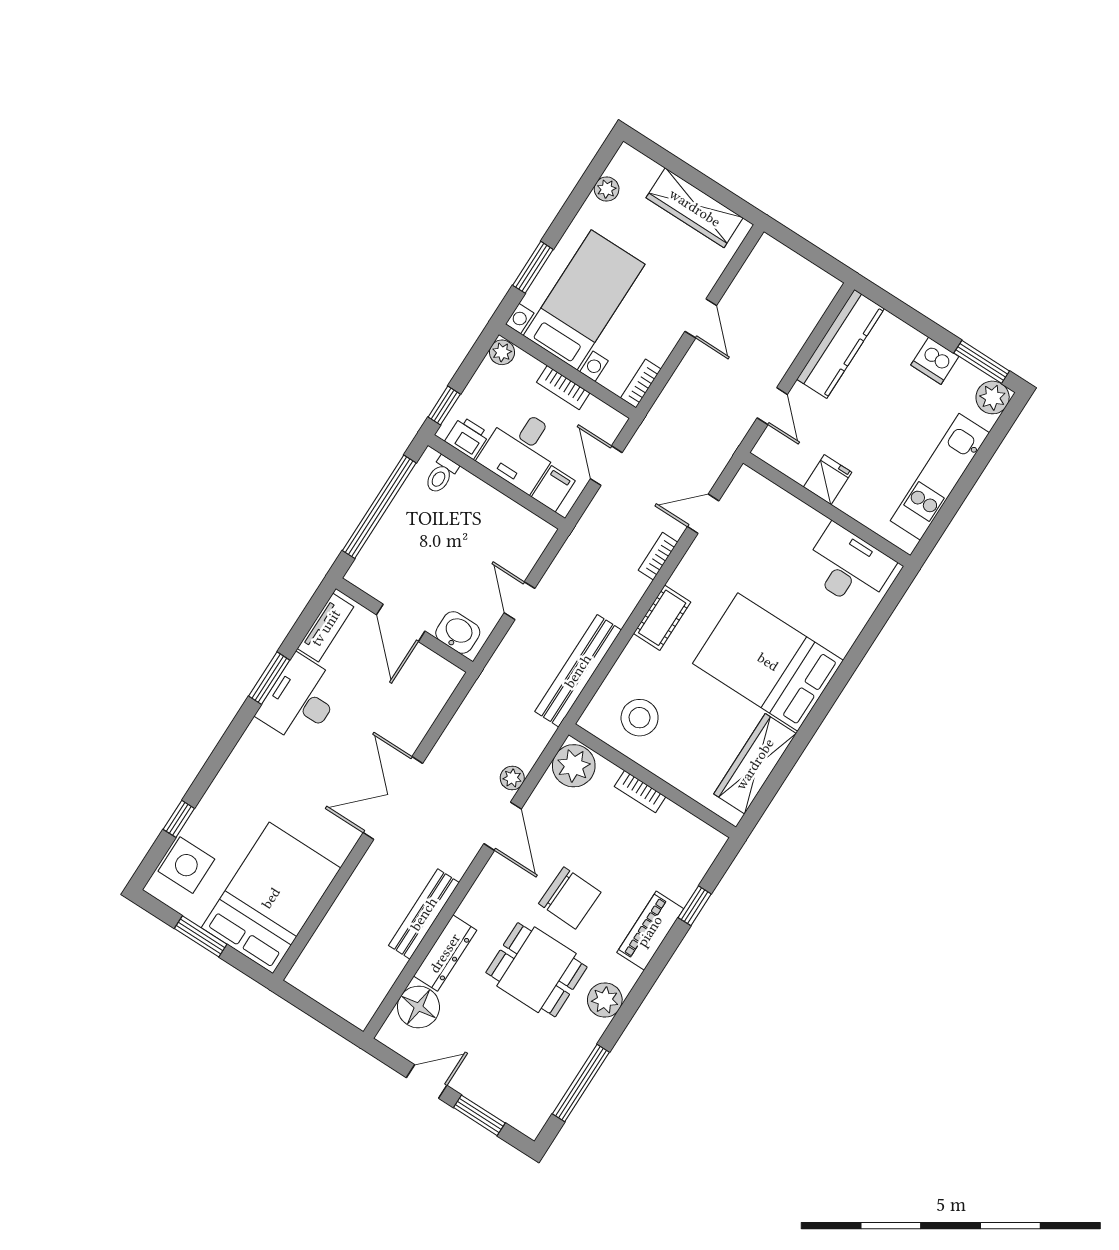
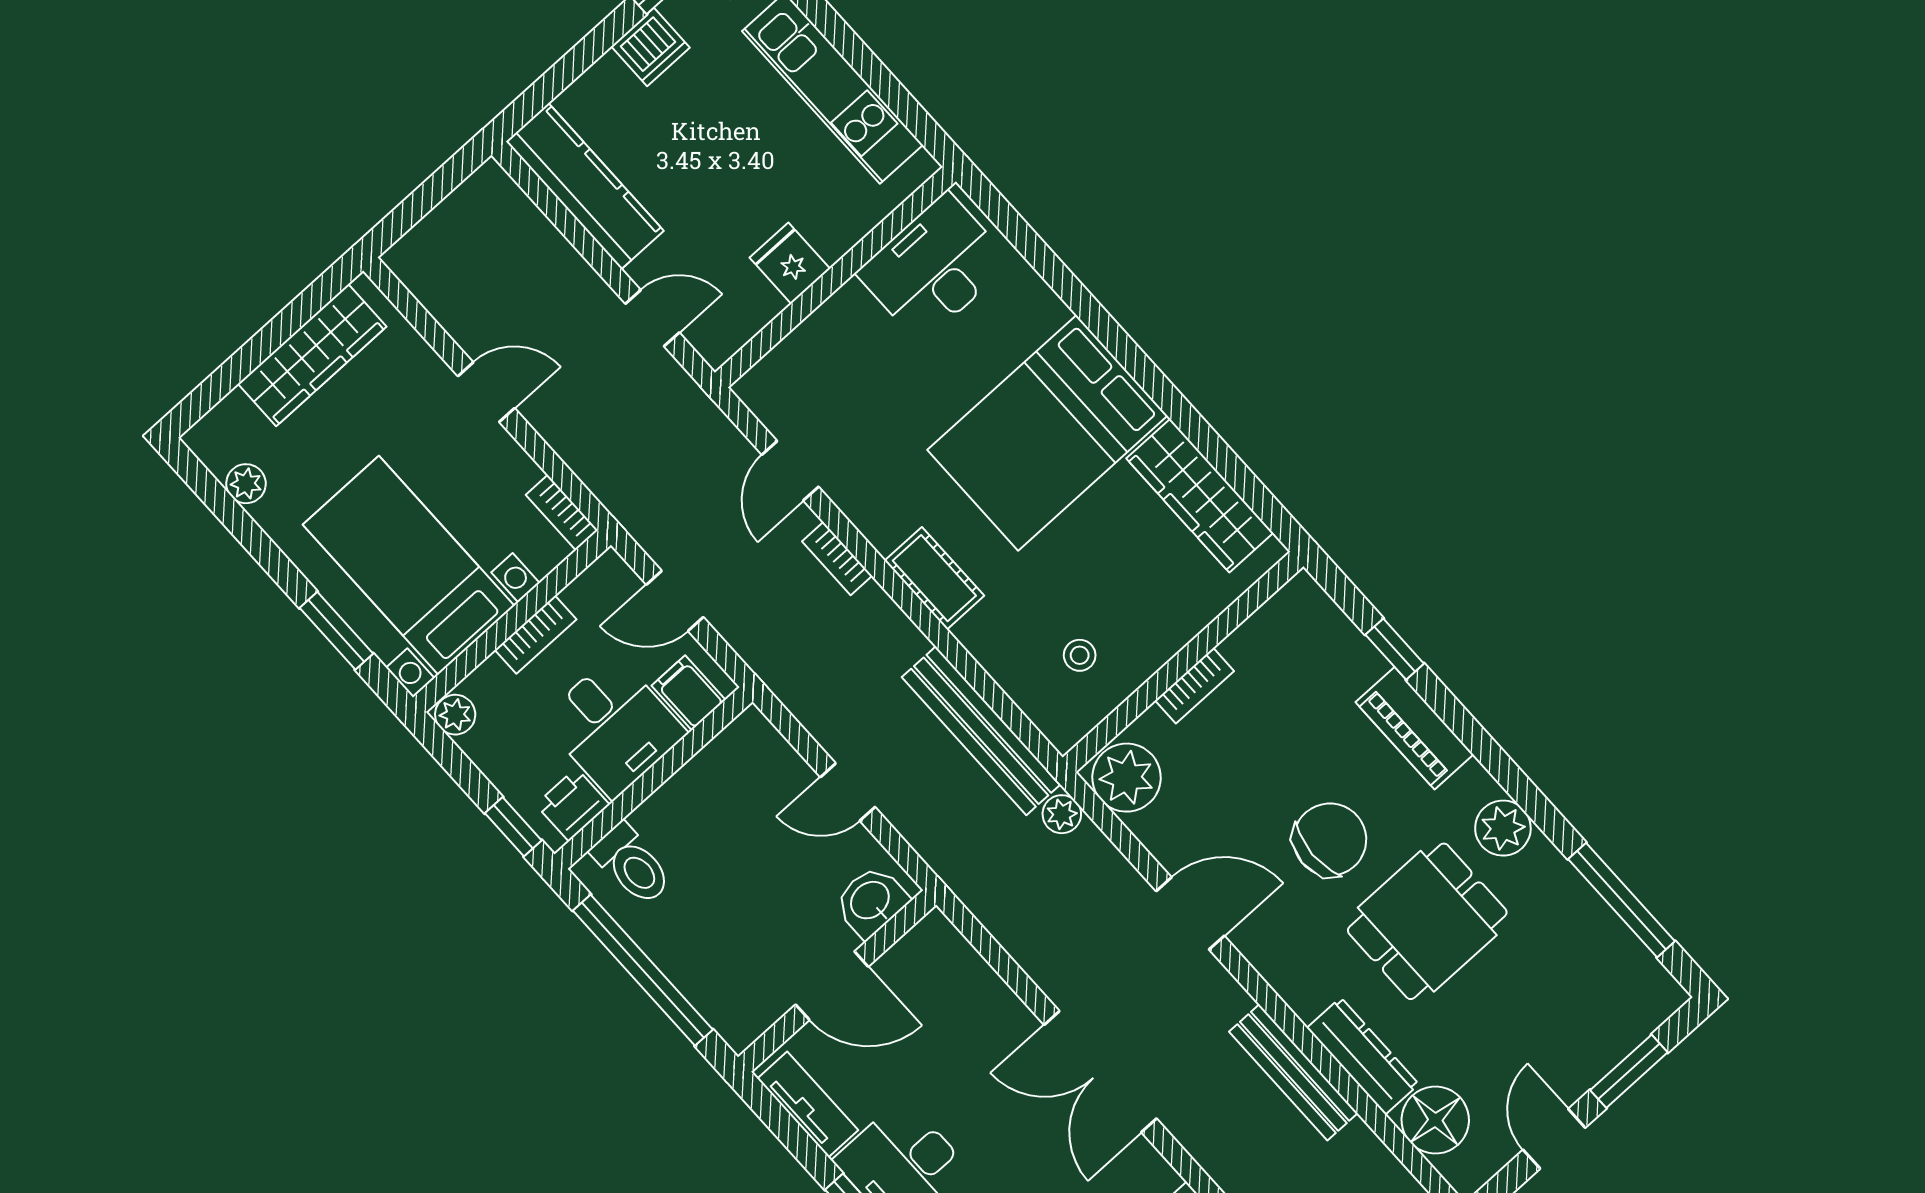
toilet: (441, 475) -> (632, 864), width x1.37, depth x1.39
stool: (640, 718) -> (1080, 655), width x0.53, depth x0.53
plant: (512, 778) -> (1062, 814), moved

